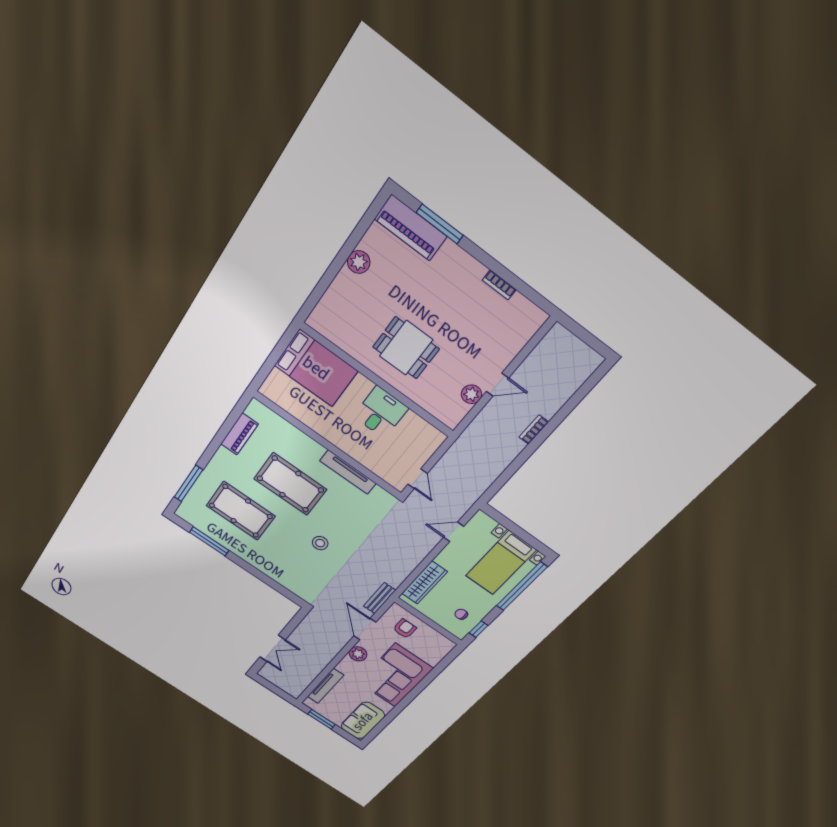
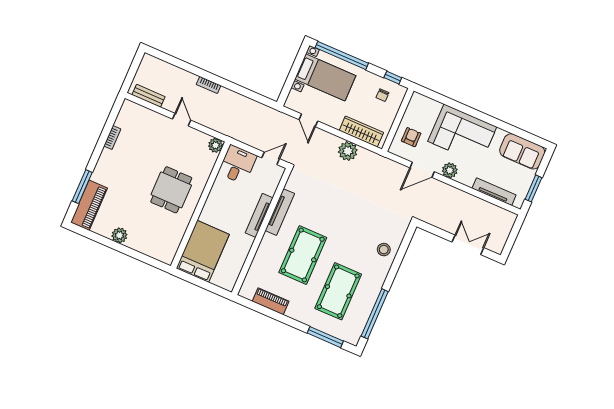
plant: (471, 394) -> (215, 145), moved
desk: (381, 412) -> (237, 164), moved, turned 90
tv unit: (349, 448) -> (259, 215), added
window: (209, 541) -> (375, 314), width x1.46
stool: (320, 543) -> (384, 250), moved
plant: (405, 563) -> (348, 151), added
bench: (379, 598) -> (149, 96), moved
armchair: (405, 629) -> (411, 137), turned 90

